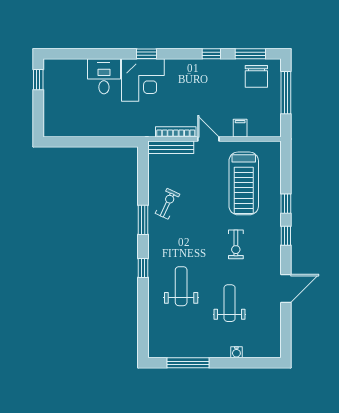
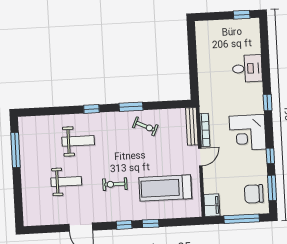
corner desk: (143, 80) -> (248, 133), moved
filing cabinet: (240, 128) -> (212, 205), moved, width x2.00
water cooler: (236, 352) -> (26, 189), removed

